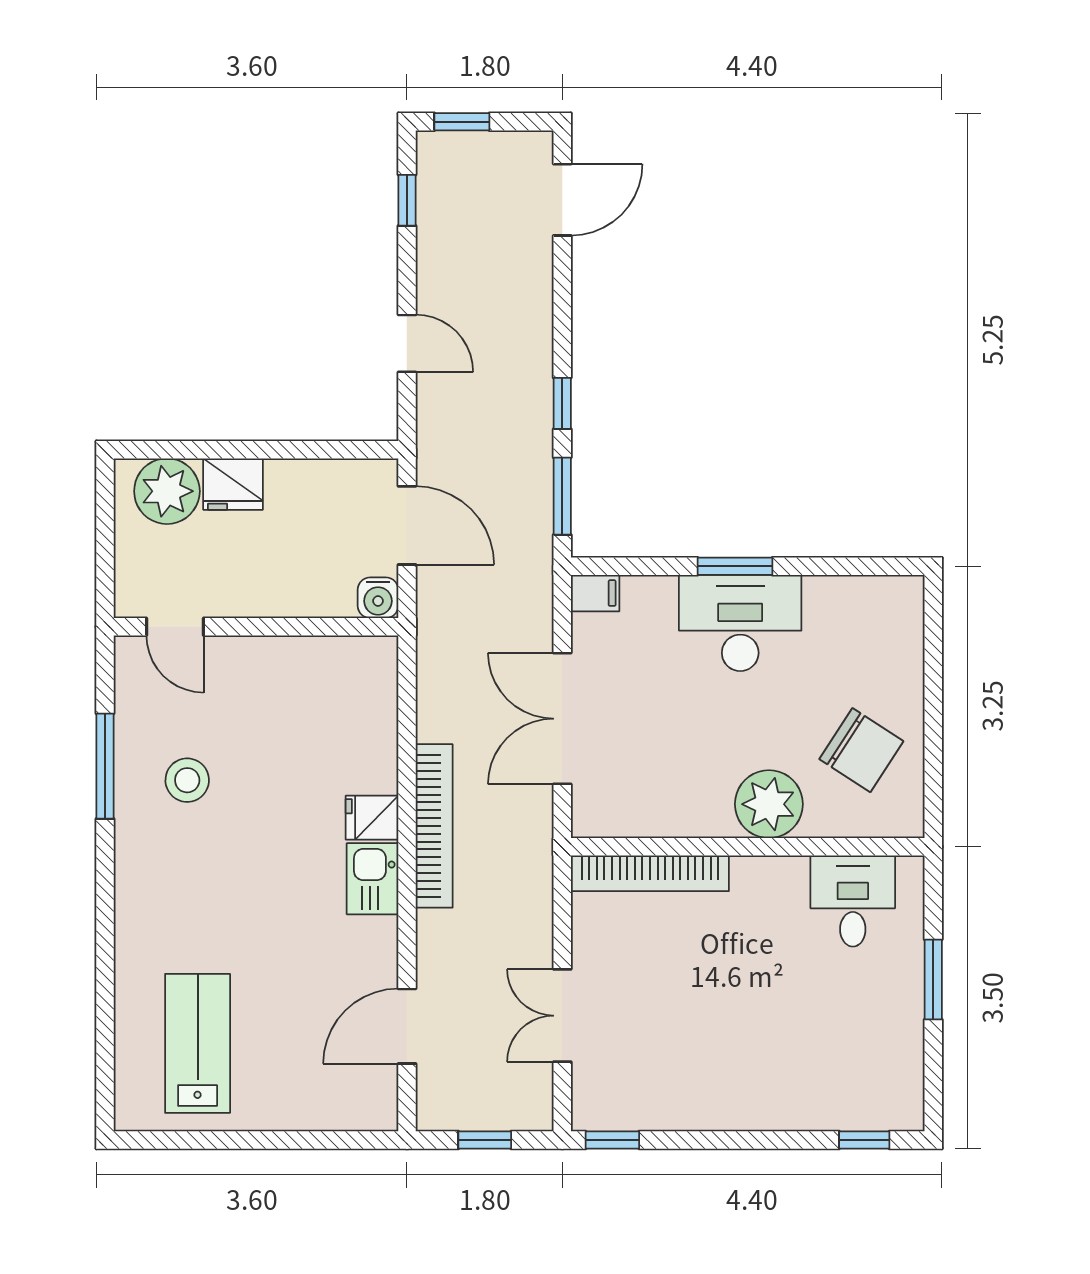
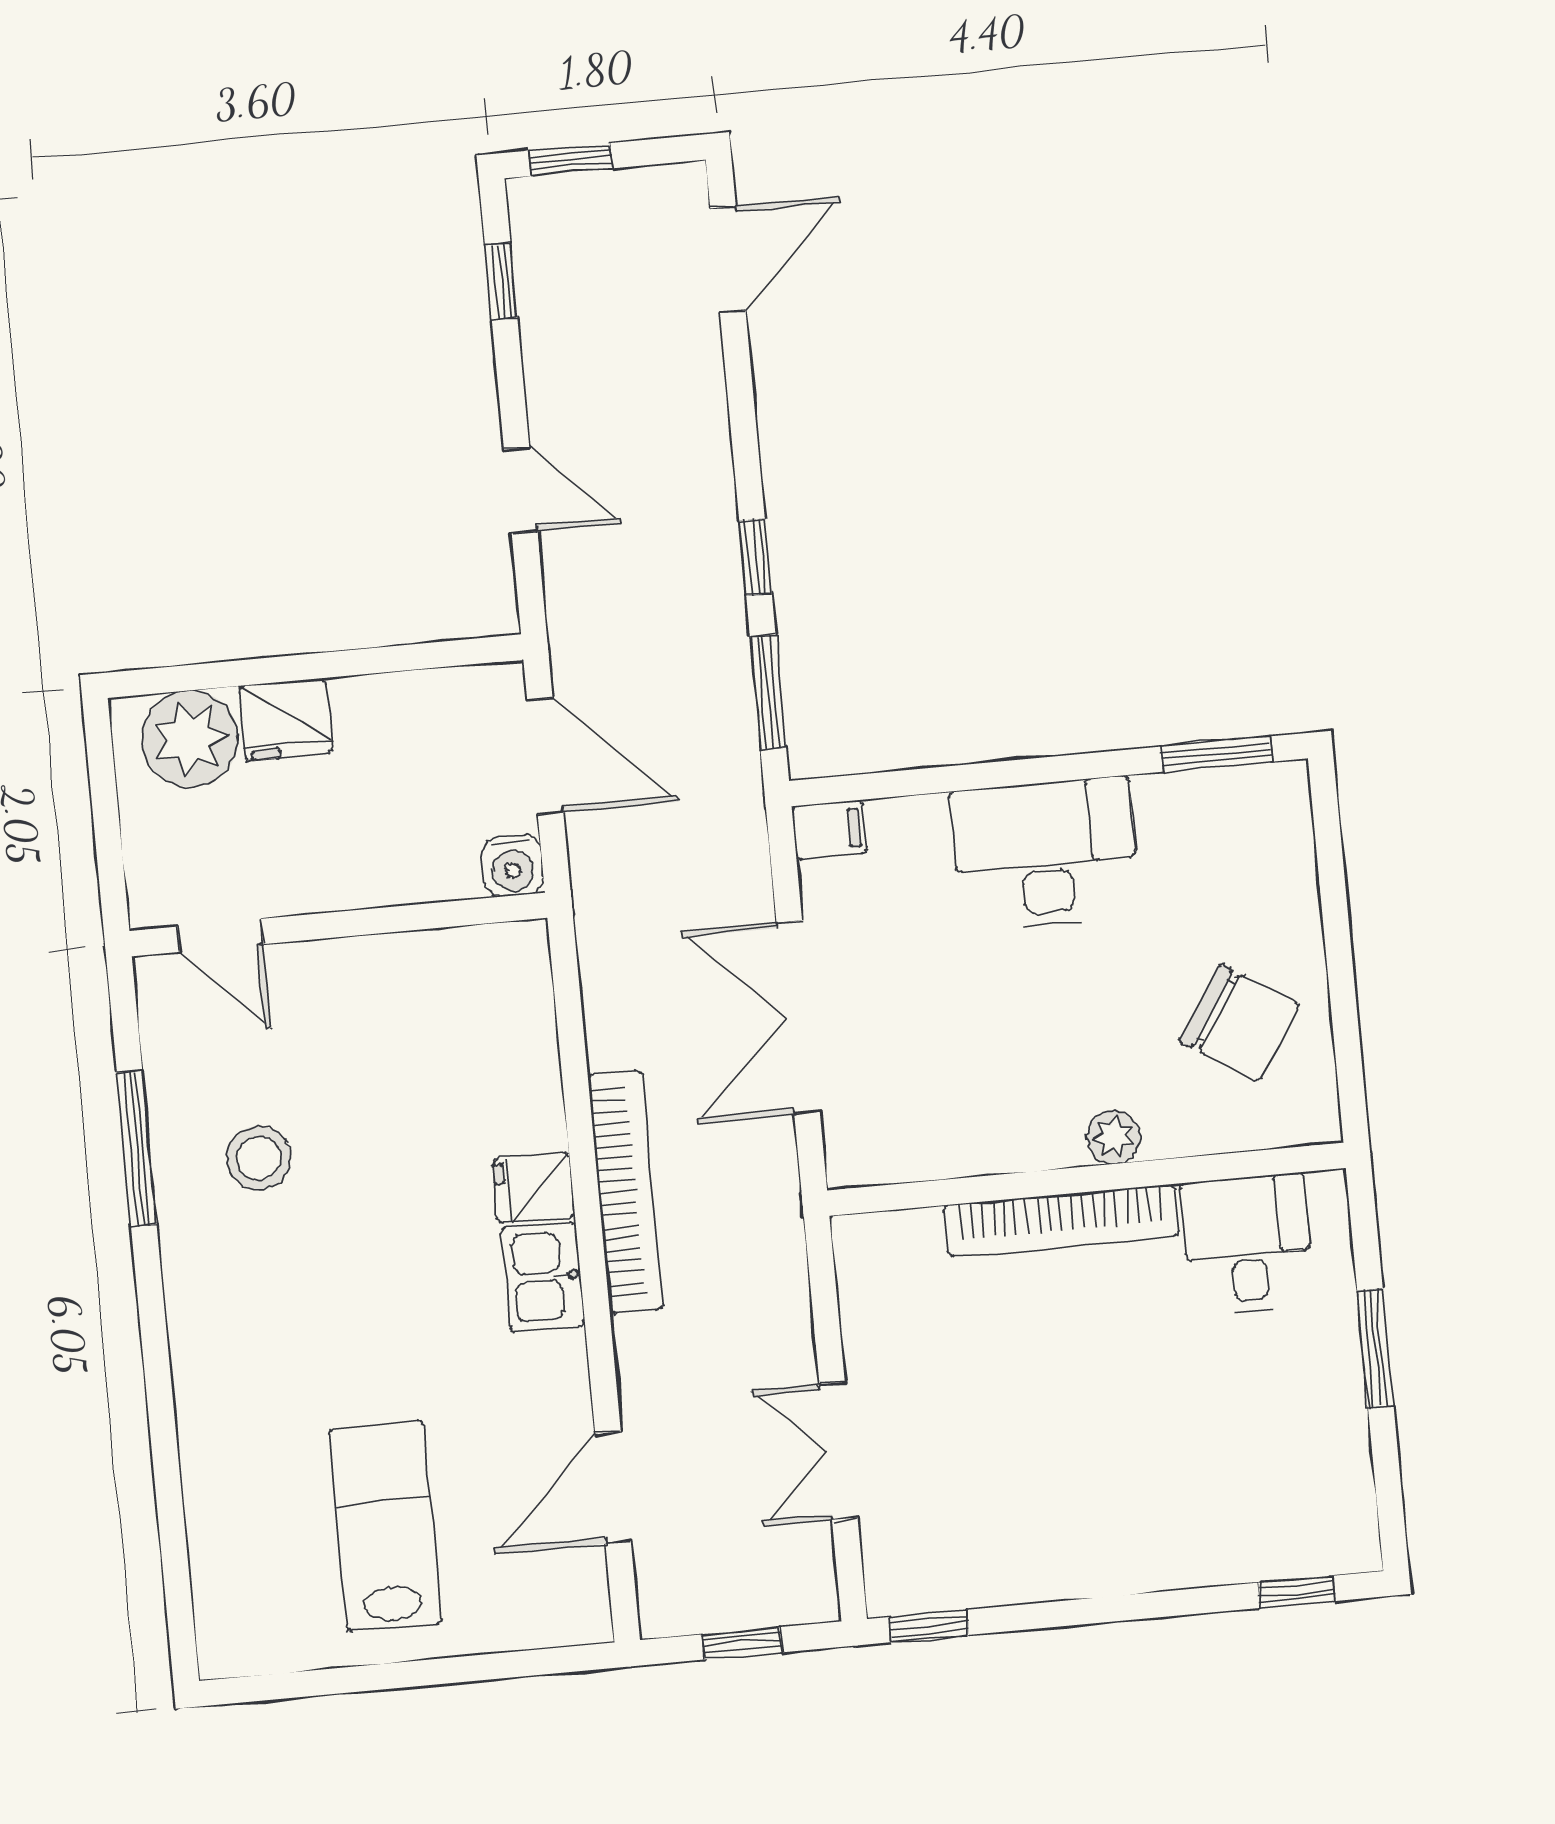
window: (735, 566) -> (1217, 754), moved
plant: (769, 804) -> (1114, 1137), width x0.53, depth x0.53
bookcase: (650, 873) -> (1061, 1221), moved
lab bench: (198, 1043) -> (385, 1526), moved

